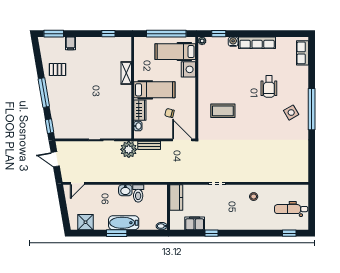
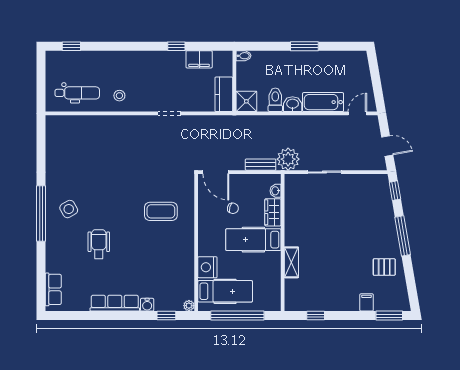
dental chair: (291, 209) -> (77, 93), moved
shower: (86, 222) -> (246, 101), moved
bathtub: (124, 223) -> (323, 102), moved, turned 180

